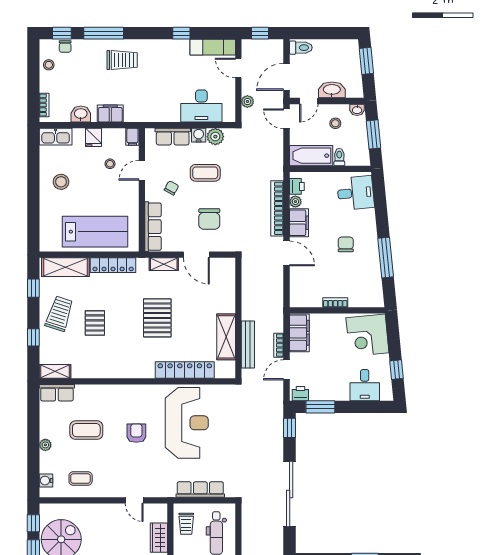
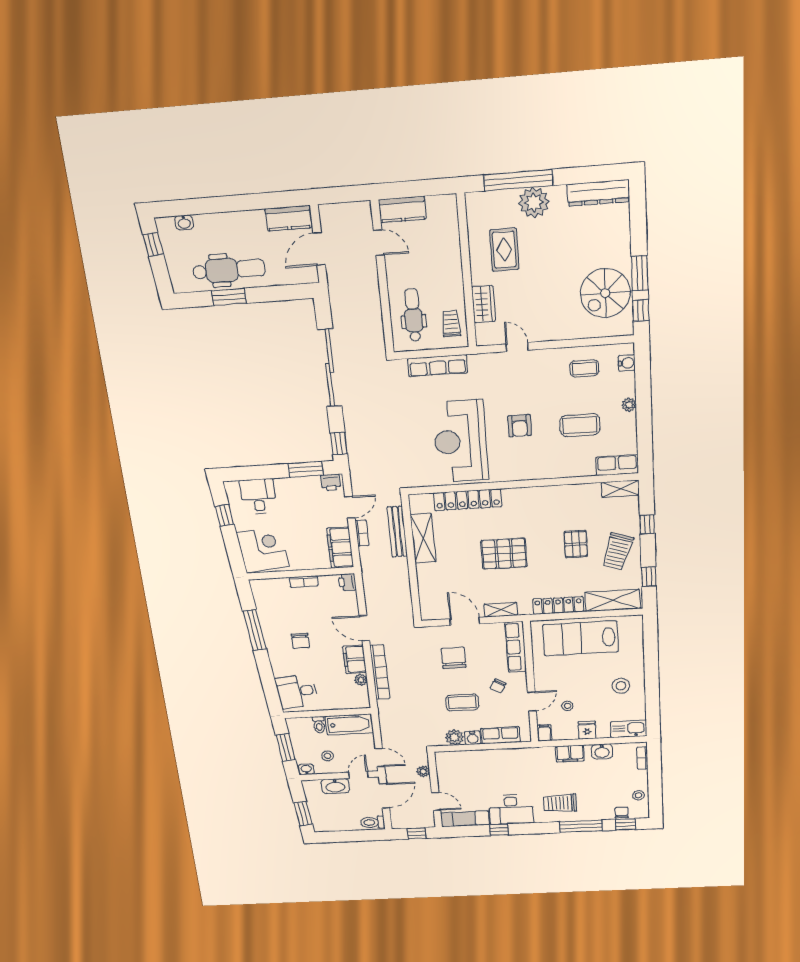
desk: (201, 106) -> (511, 809), moved, turned 180
printer: (297, 186) -> (347, 582), moved
pallet: (157, 318) -> (504, 554), turned 90

